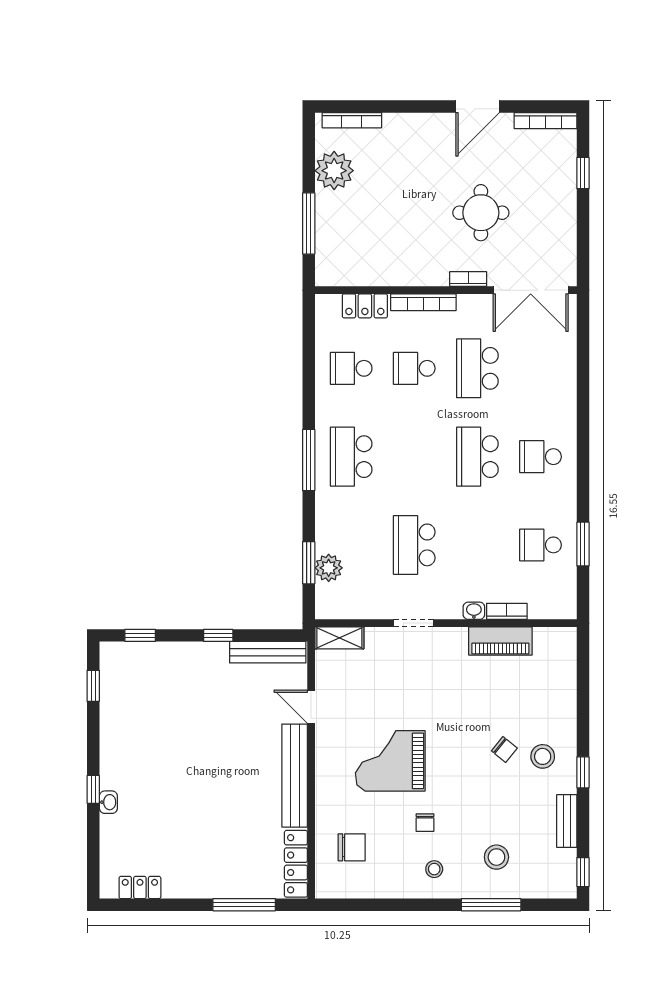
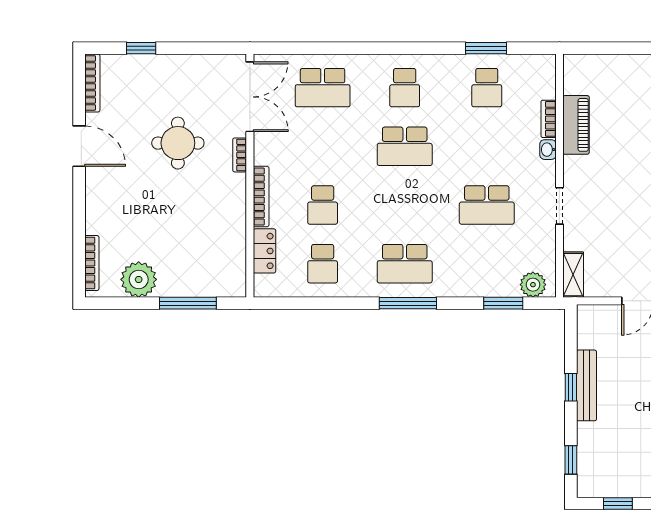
school desk: (477, 368) -> (323, 88), moved
plant: (329, 568) -> (533, 285), moved
bench: (268, 652) -> (587, 385), moved

